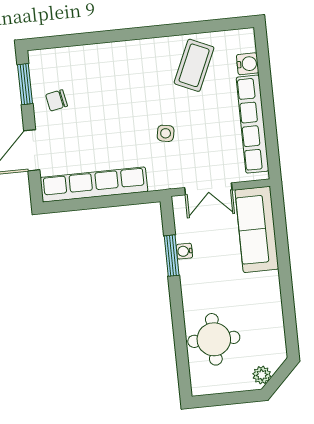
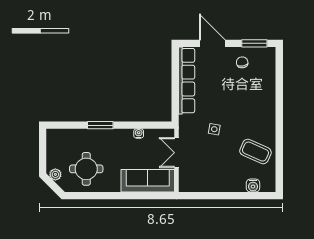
row of seats: (253, 124) -> (215, 185), removed
window: (172, 256) -> (100, 125), moved
round table: (214, 339) -> (86, 169), moved

